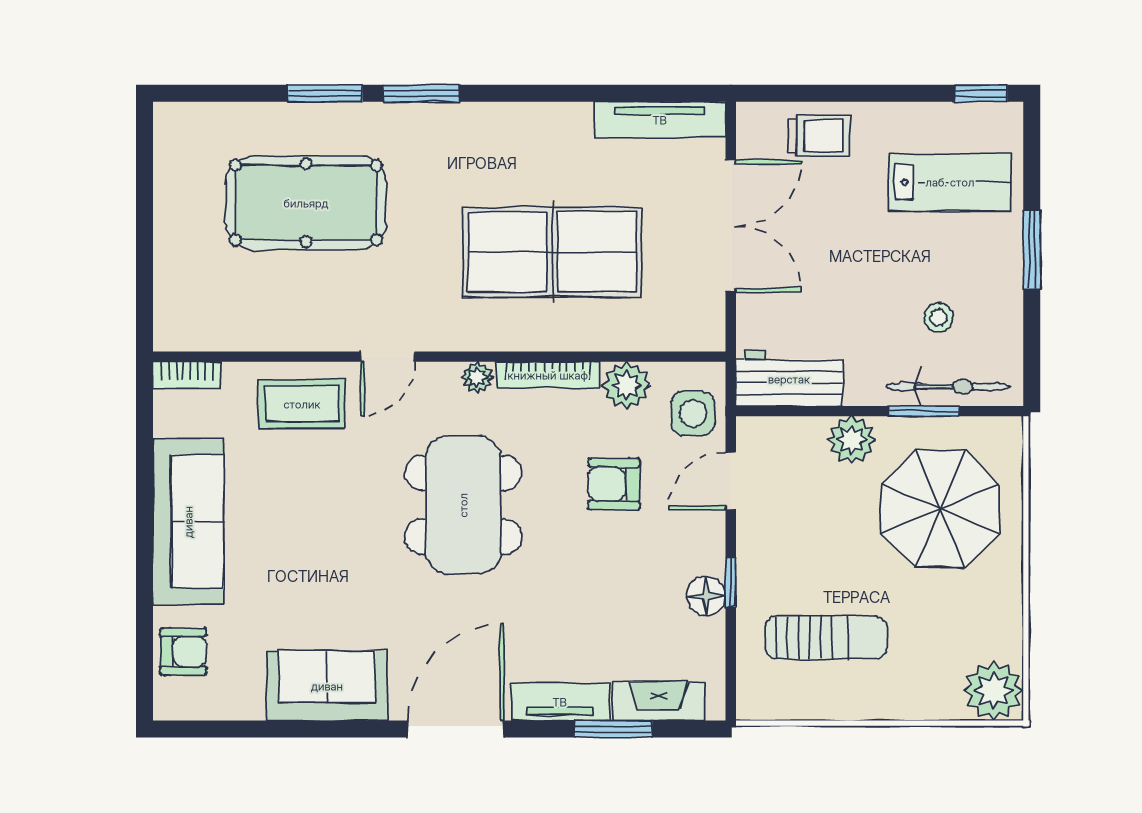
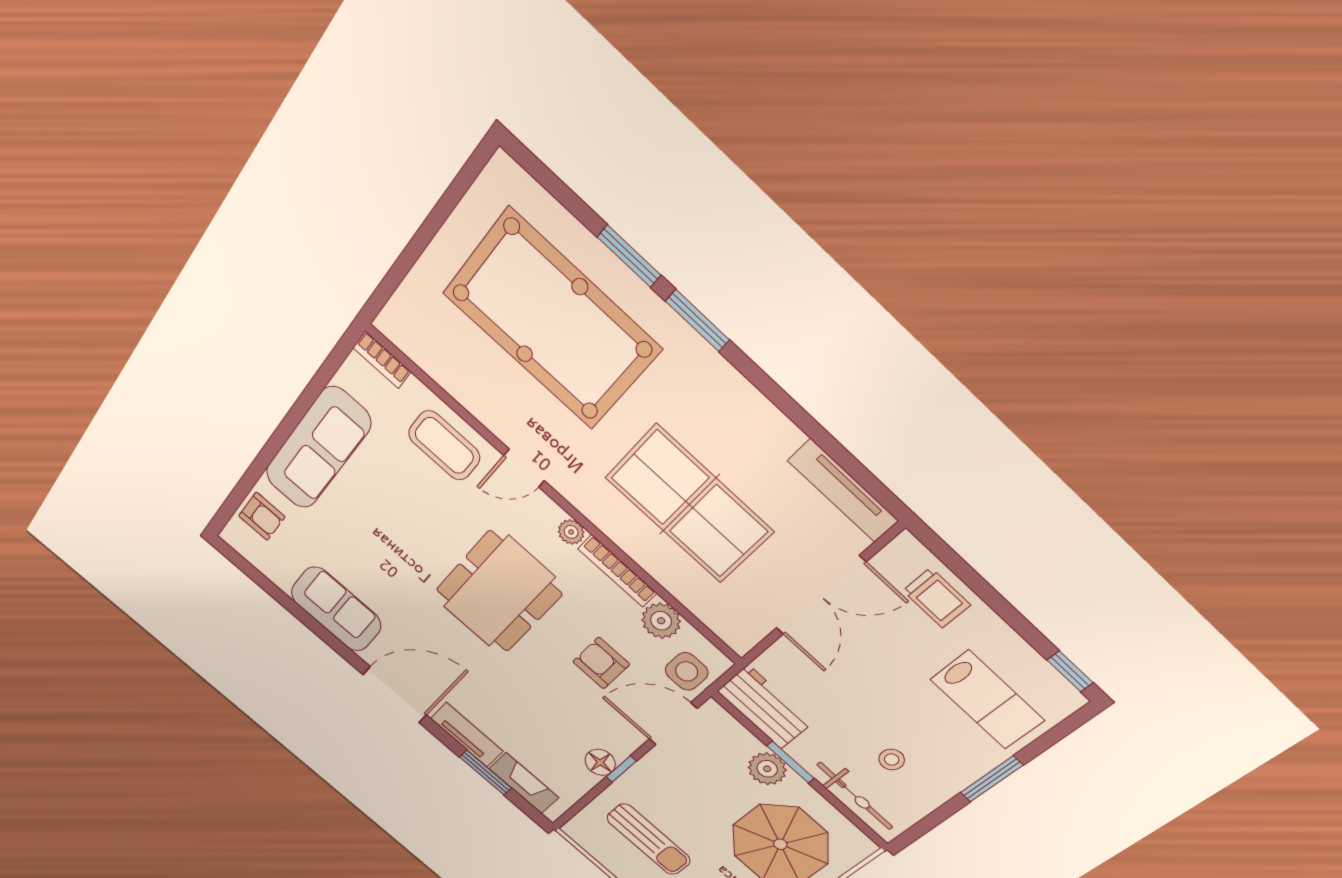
pool table: (306, 203) -> (552, 321), width x1.36, depth x1.32
window: (924, 411) -> (790, 762), moved
door: (731, 481) -> (673, 724), width x1.38

